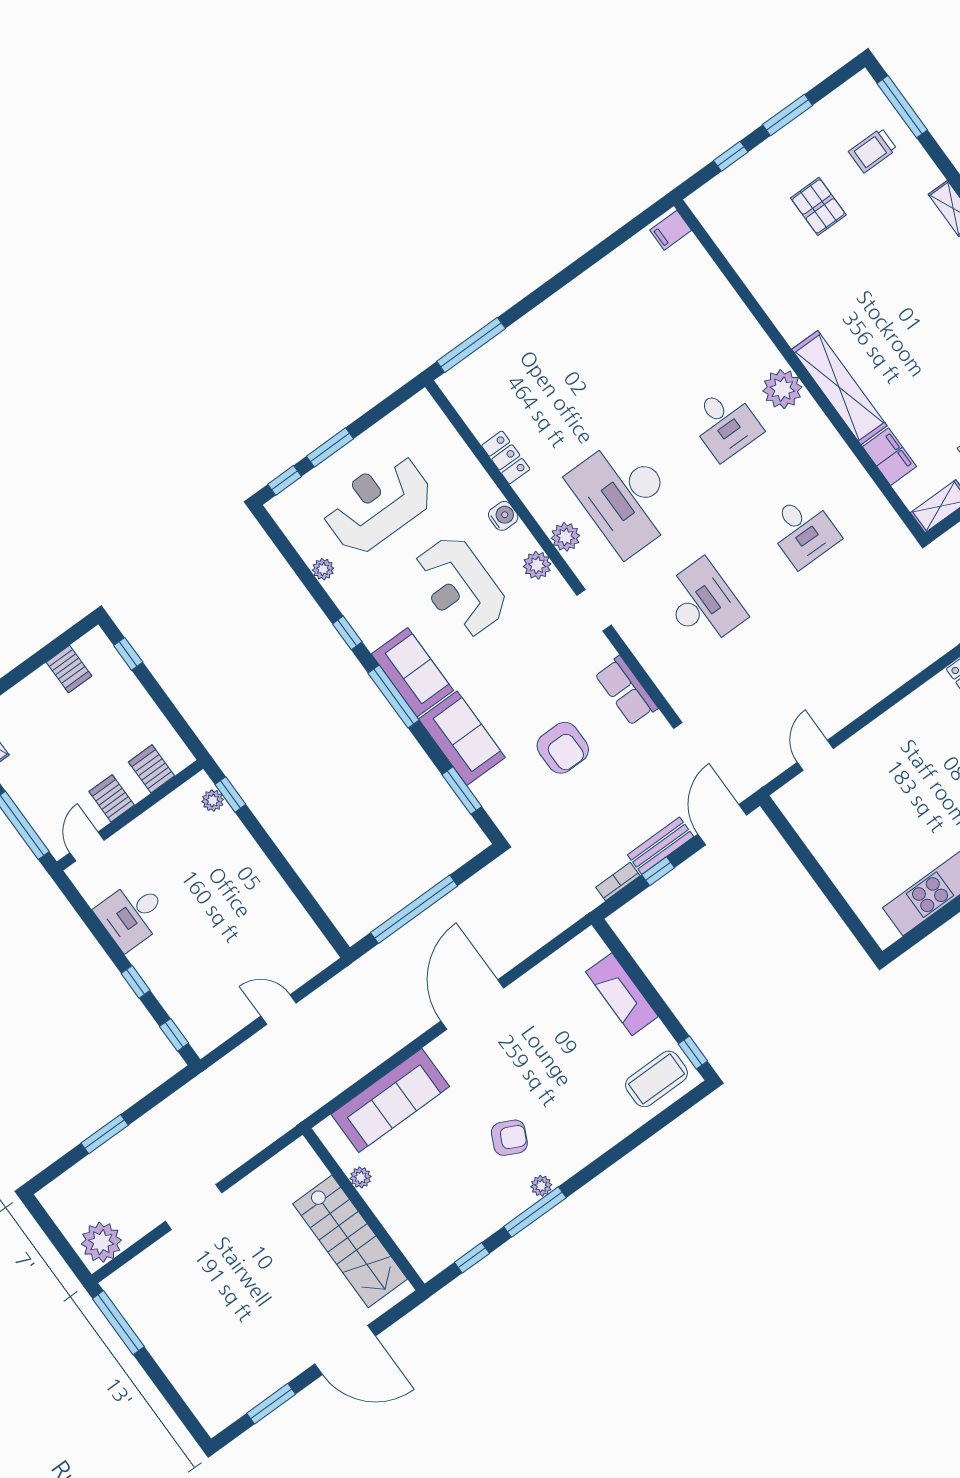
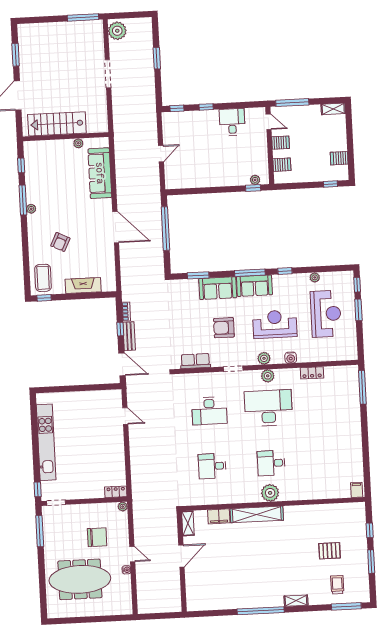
armchair: (563, 748) -> (224, 328), moved
armchair: (509, 1138) -> (60, 242), moved

